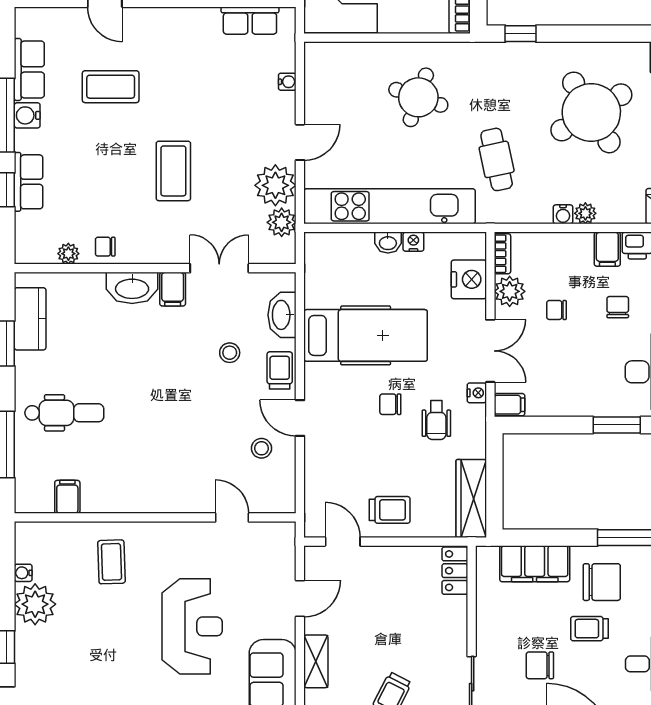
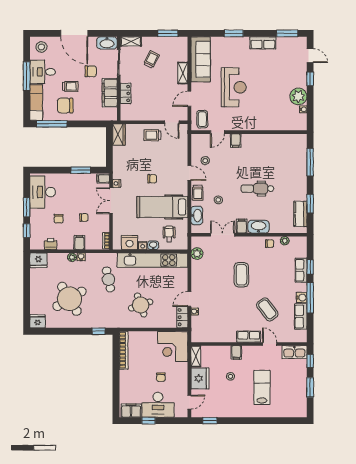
row of seats: (250, 21) -> (249, 337), moved
locker: (317, 68) -> (182, 317), added
coffee table: (111, 87) -> (267, 309), turned 53
round table: (418, 97) -> (141, 305), turned -38
door: (300, 142) -> (189, 299), moved
plant: (275, 185) -> (199, 269), removed
filing cabinet: (607, 249) -> (79, 243), moved
double door: (219, 268) -> (223, 235), swing flipped
nightstand: (469, 279) -> (130, 242), moved, turned -90
plant: (510, 291) -> (103, 225), removed
dental chair: (64, 413) -> (257, 189), moved
wheelchair: (436, 420) -> (169, 234), moved
window: (617, 425) -> (81, 170), moved
filing cabinet: (67, 497) -> (236, 141), moved
wardrobe: (471, 498) -> (119, 135), width x0.67
door: (232, 517) -> (217, 132), hinge flipped
coffee table: (111, 562) -> (202, 119), moved
filing cabinet: (535, 564) -> (110, 93), moved, turned -90
locker: (455, 571) -> (126, 93), moved
reception desk: (192, 626) -> (234, 87), turned 180

